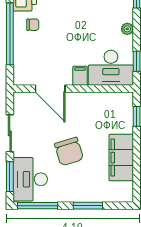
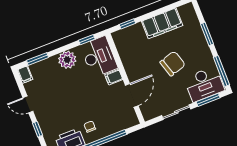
plant: (127, 29) -> (67, 60), width x1.88, depth x1.88

